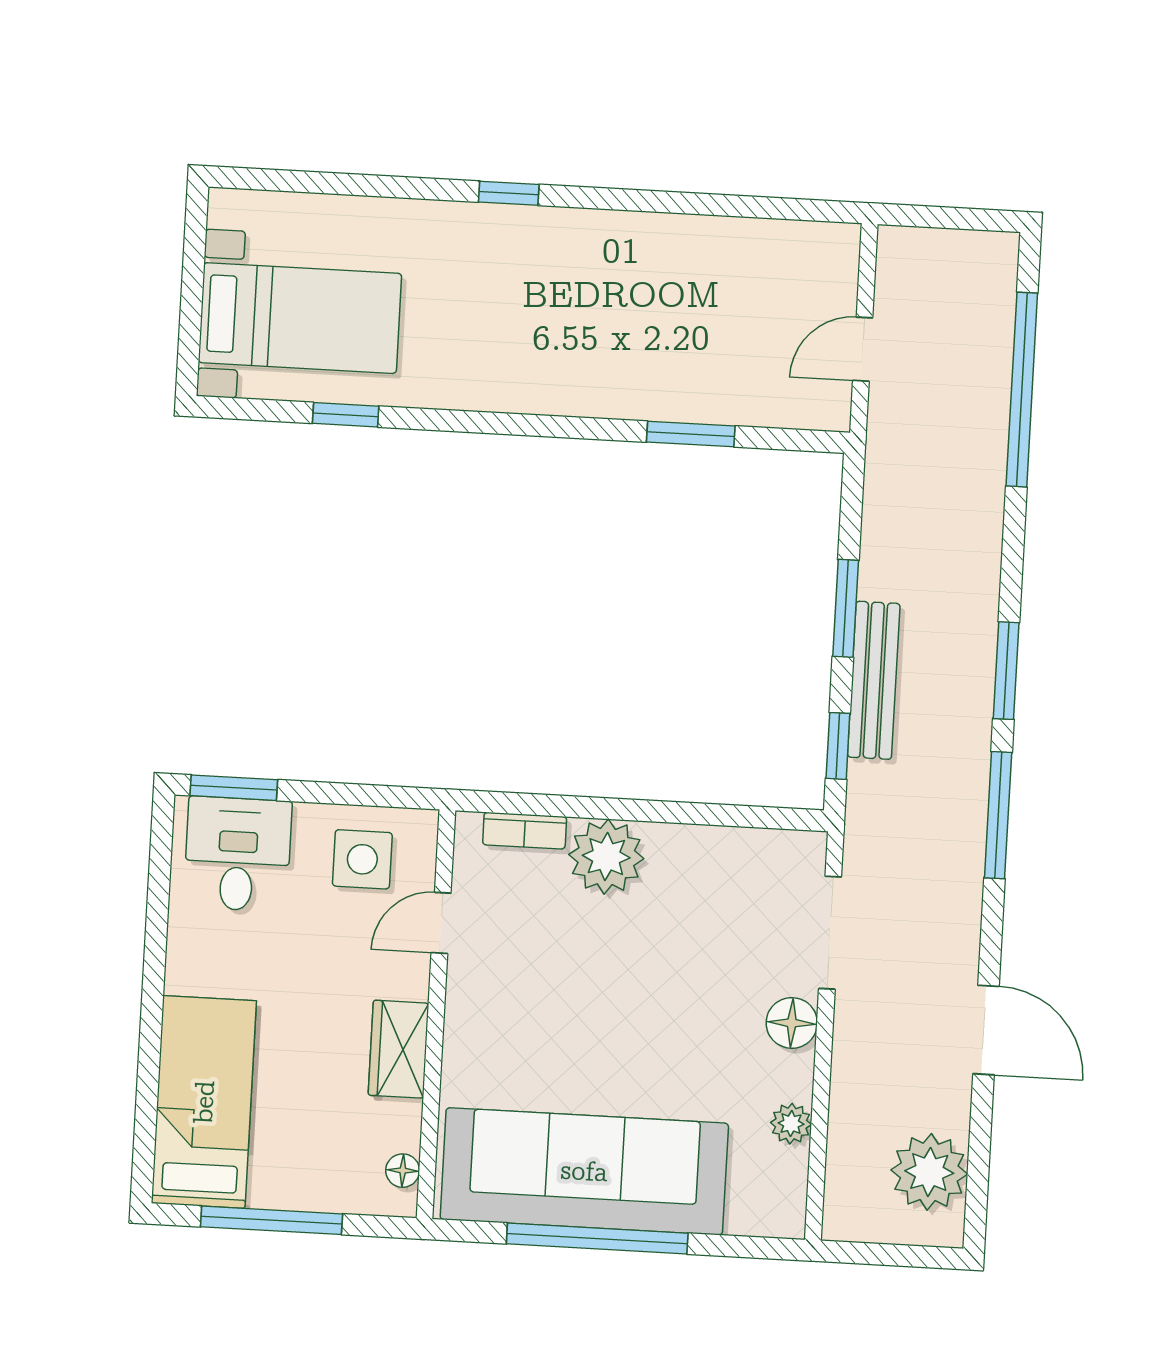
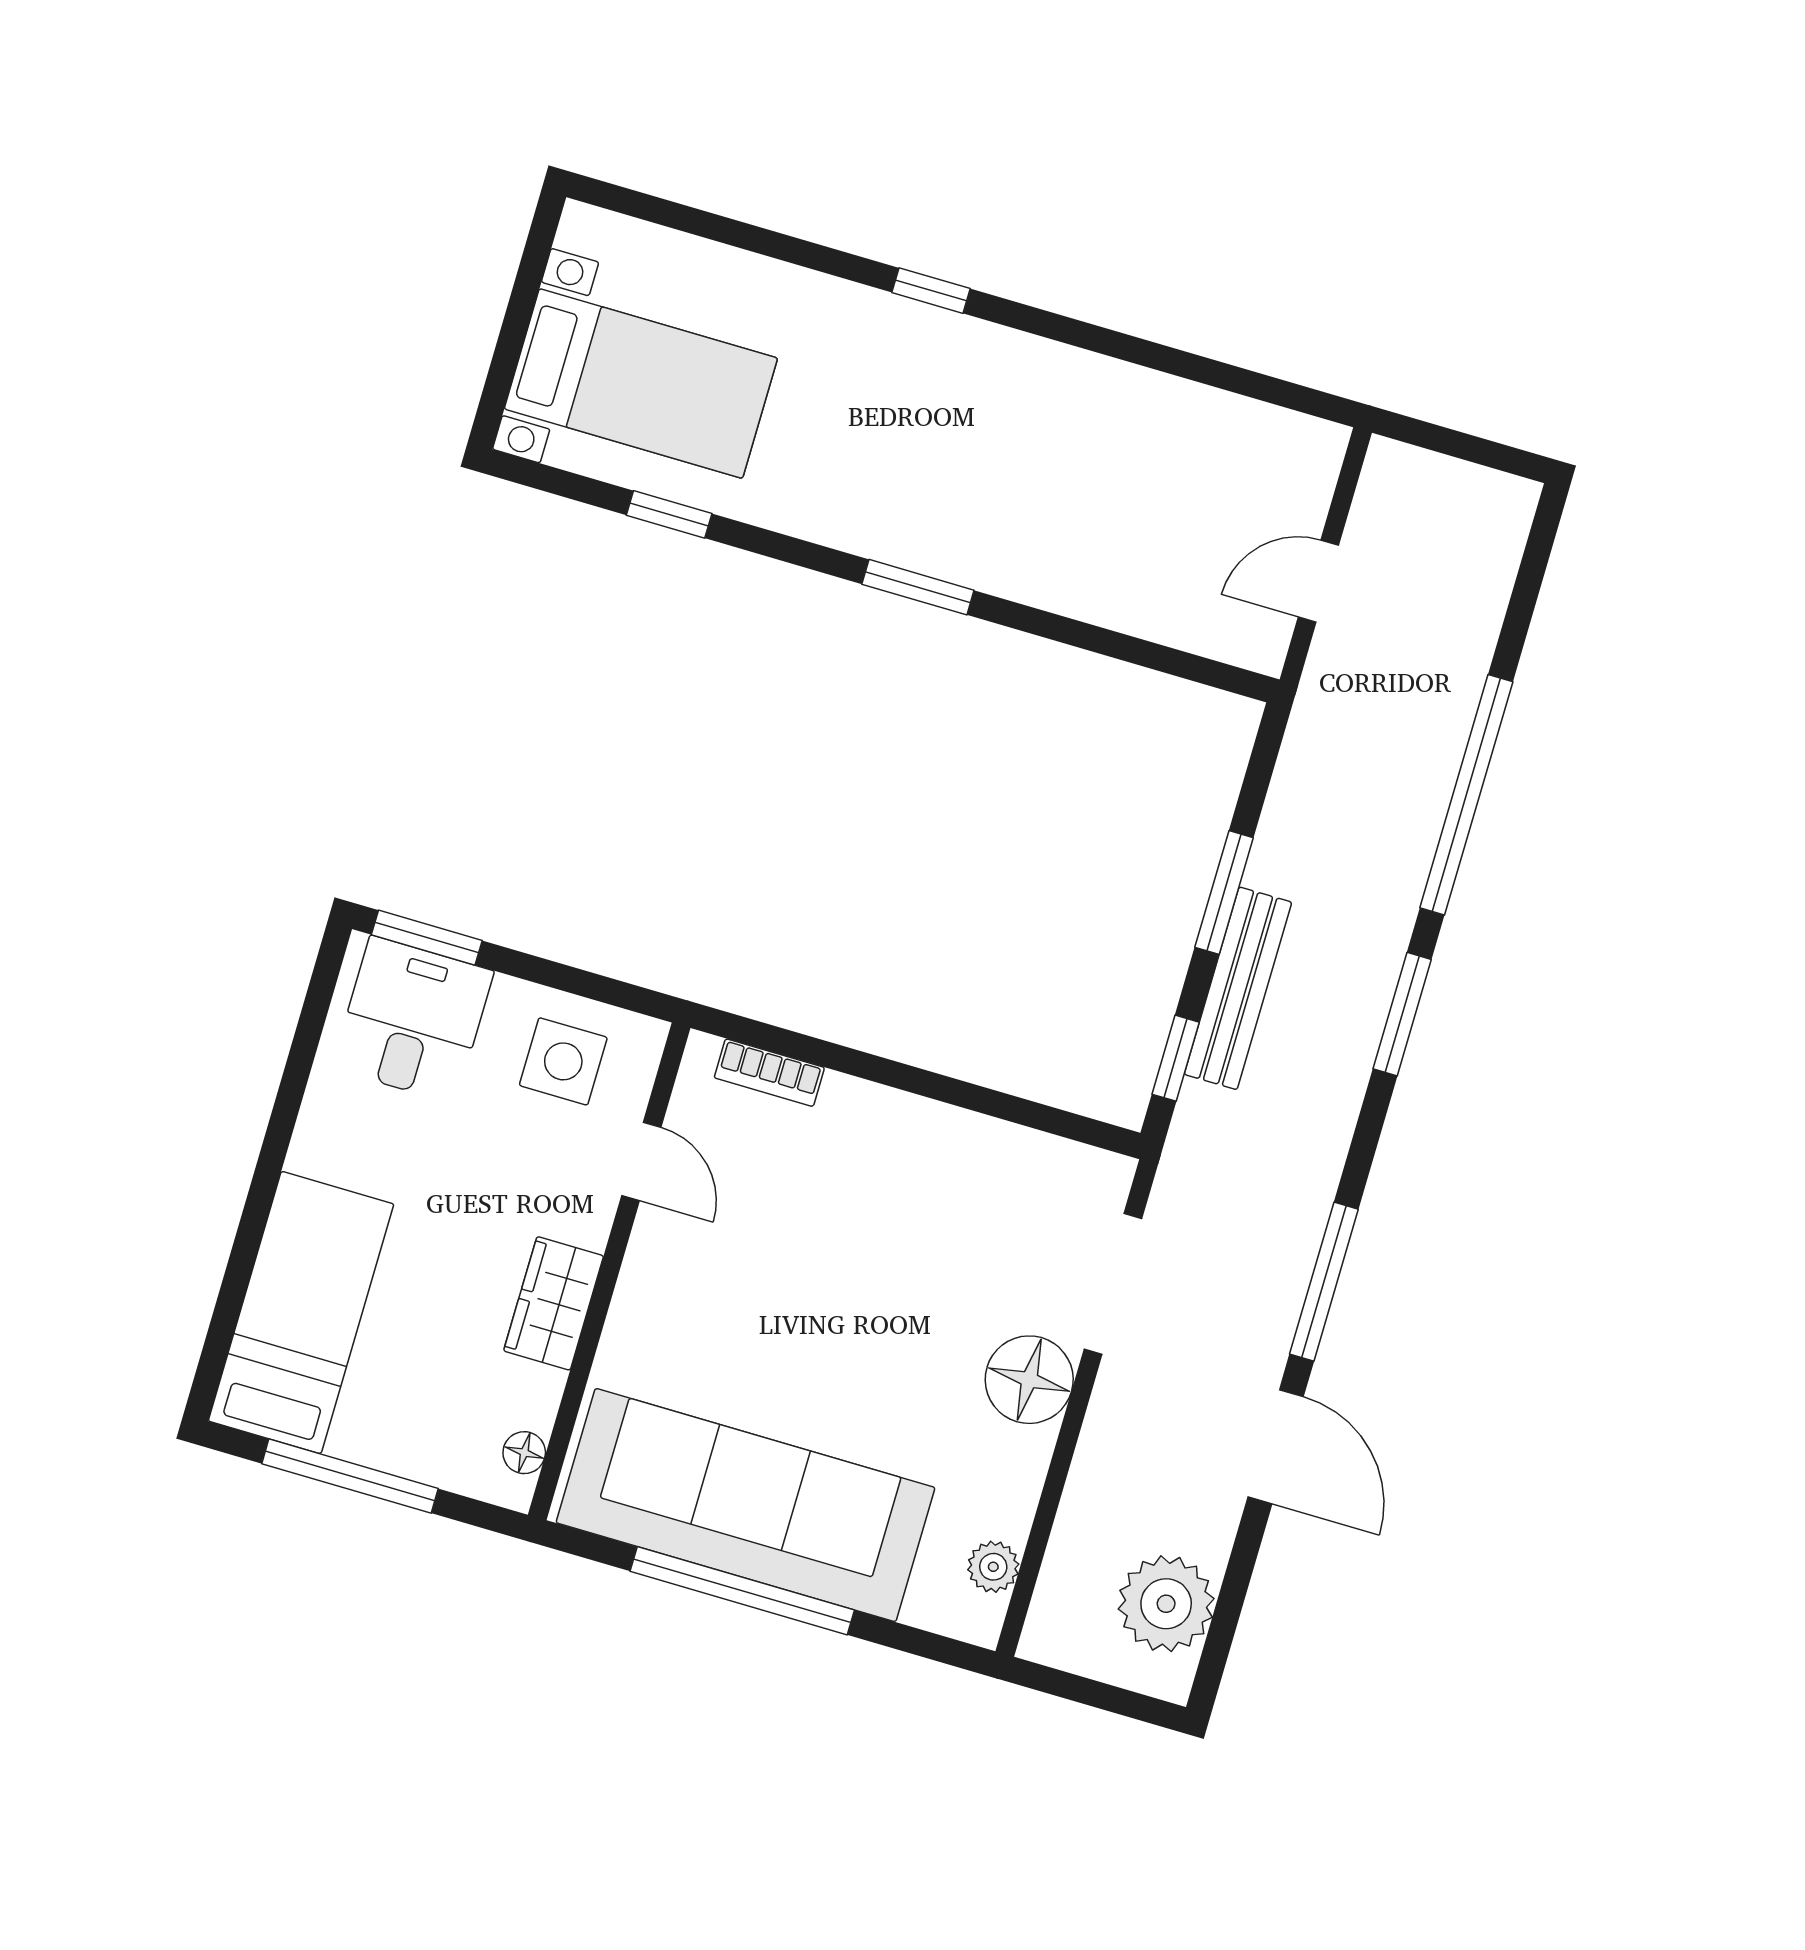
window: (1022, 390) -> (1466, 795), moved
window: (691, 434) -> (918, 587), moved
window: (998, 815) -> (1324, 1282), moved
plant: (606, 857) -> (862, 1127), removed
door: (441, 923) -> (641, 1161), swing flipped
floor lamp: (792, 1023) -> (1029, 1380), width x1.38, depth x1.38
plant: (791, 1124) -> (993, 1567), moved

